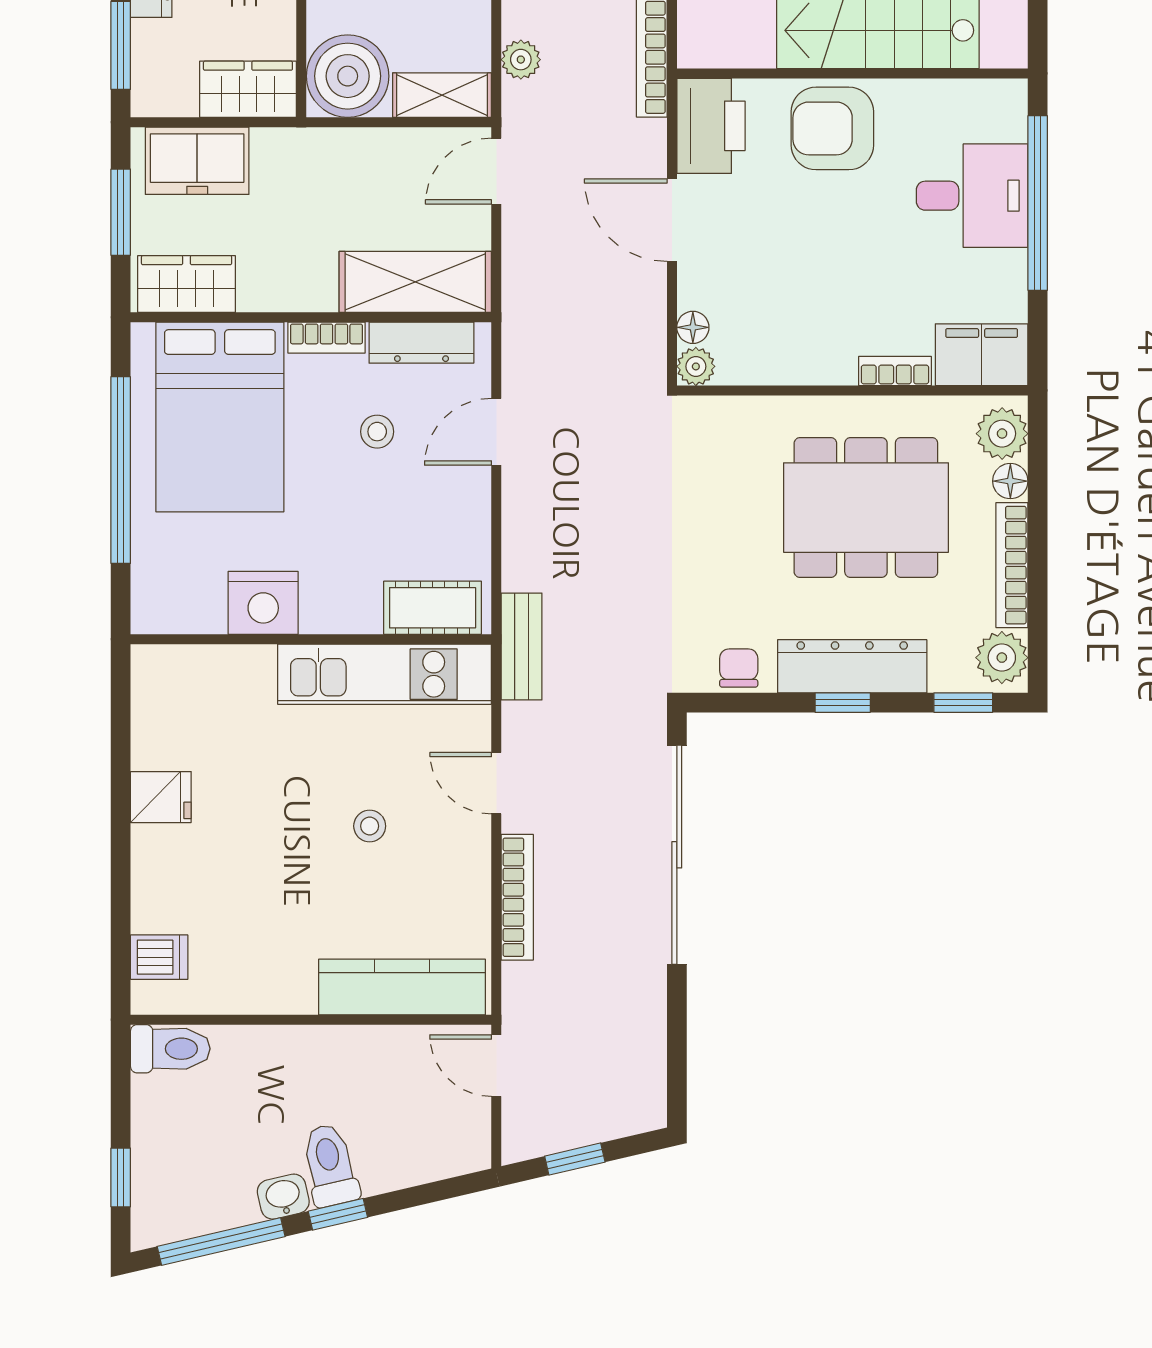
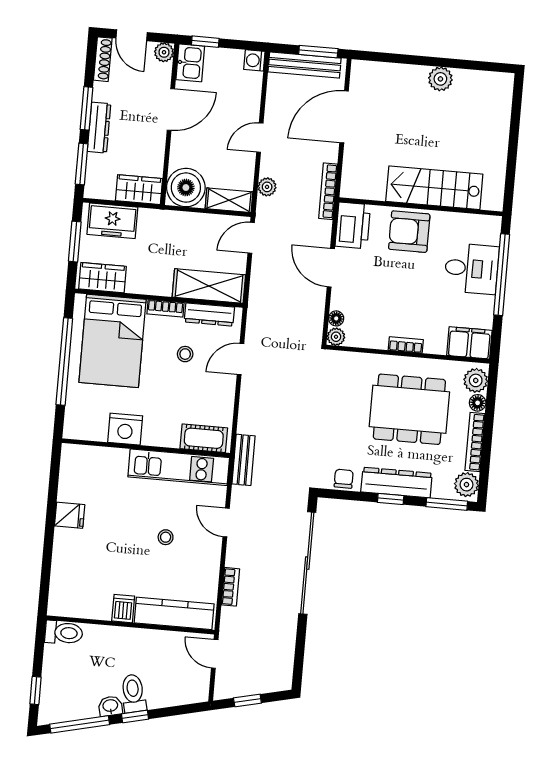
bookcase: (895, 371) -> (406, 345), moved
window: (963, 703) -> (447, 504), width x1.50
bookcase: (517, 897) -> (230, 587), width x0.64
dishwasher: (159, 957) -> (123, 609), moved, turned -90

